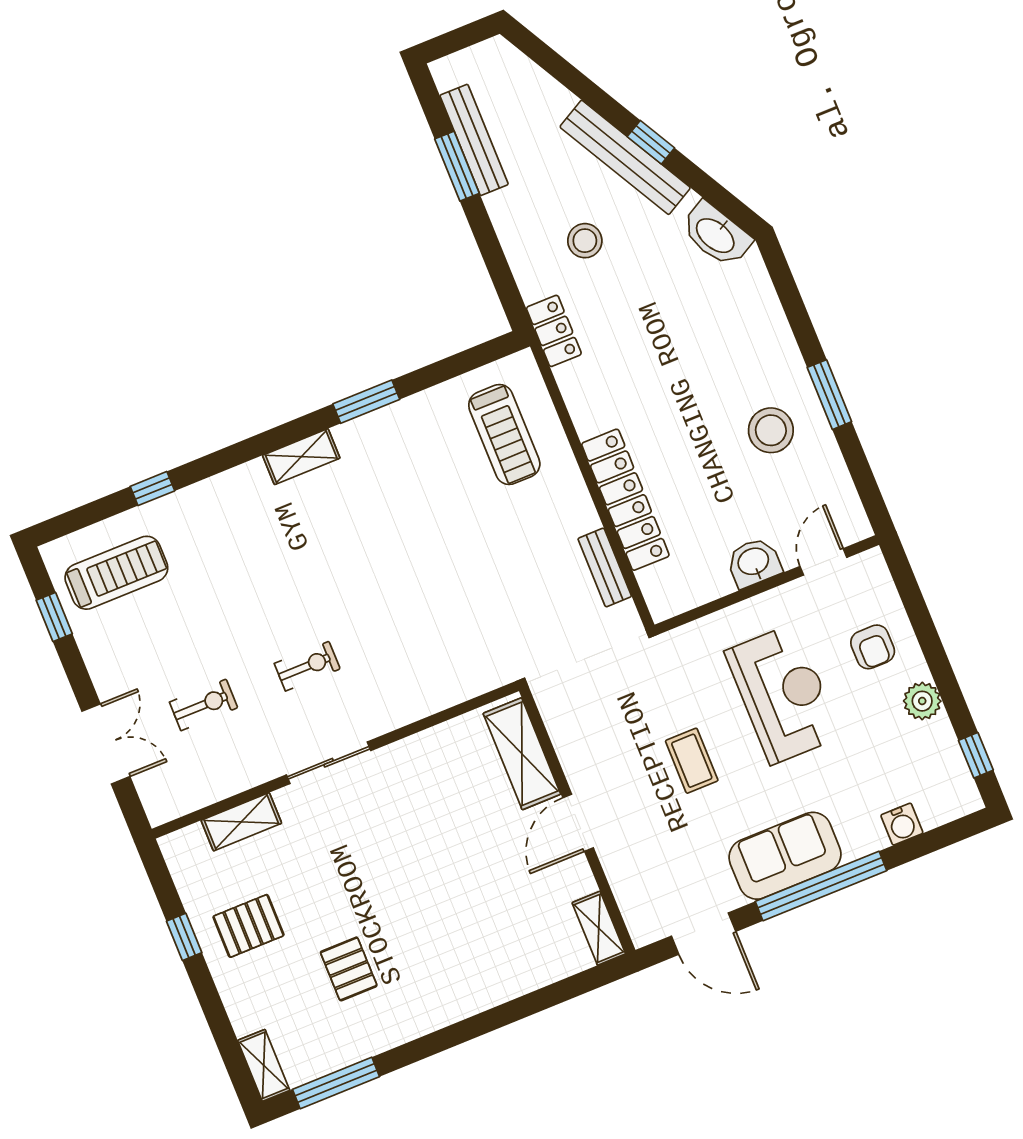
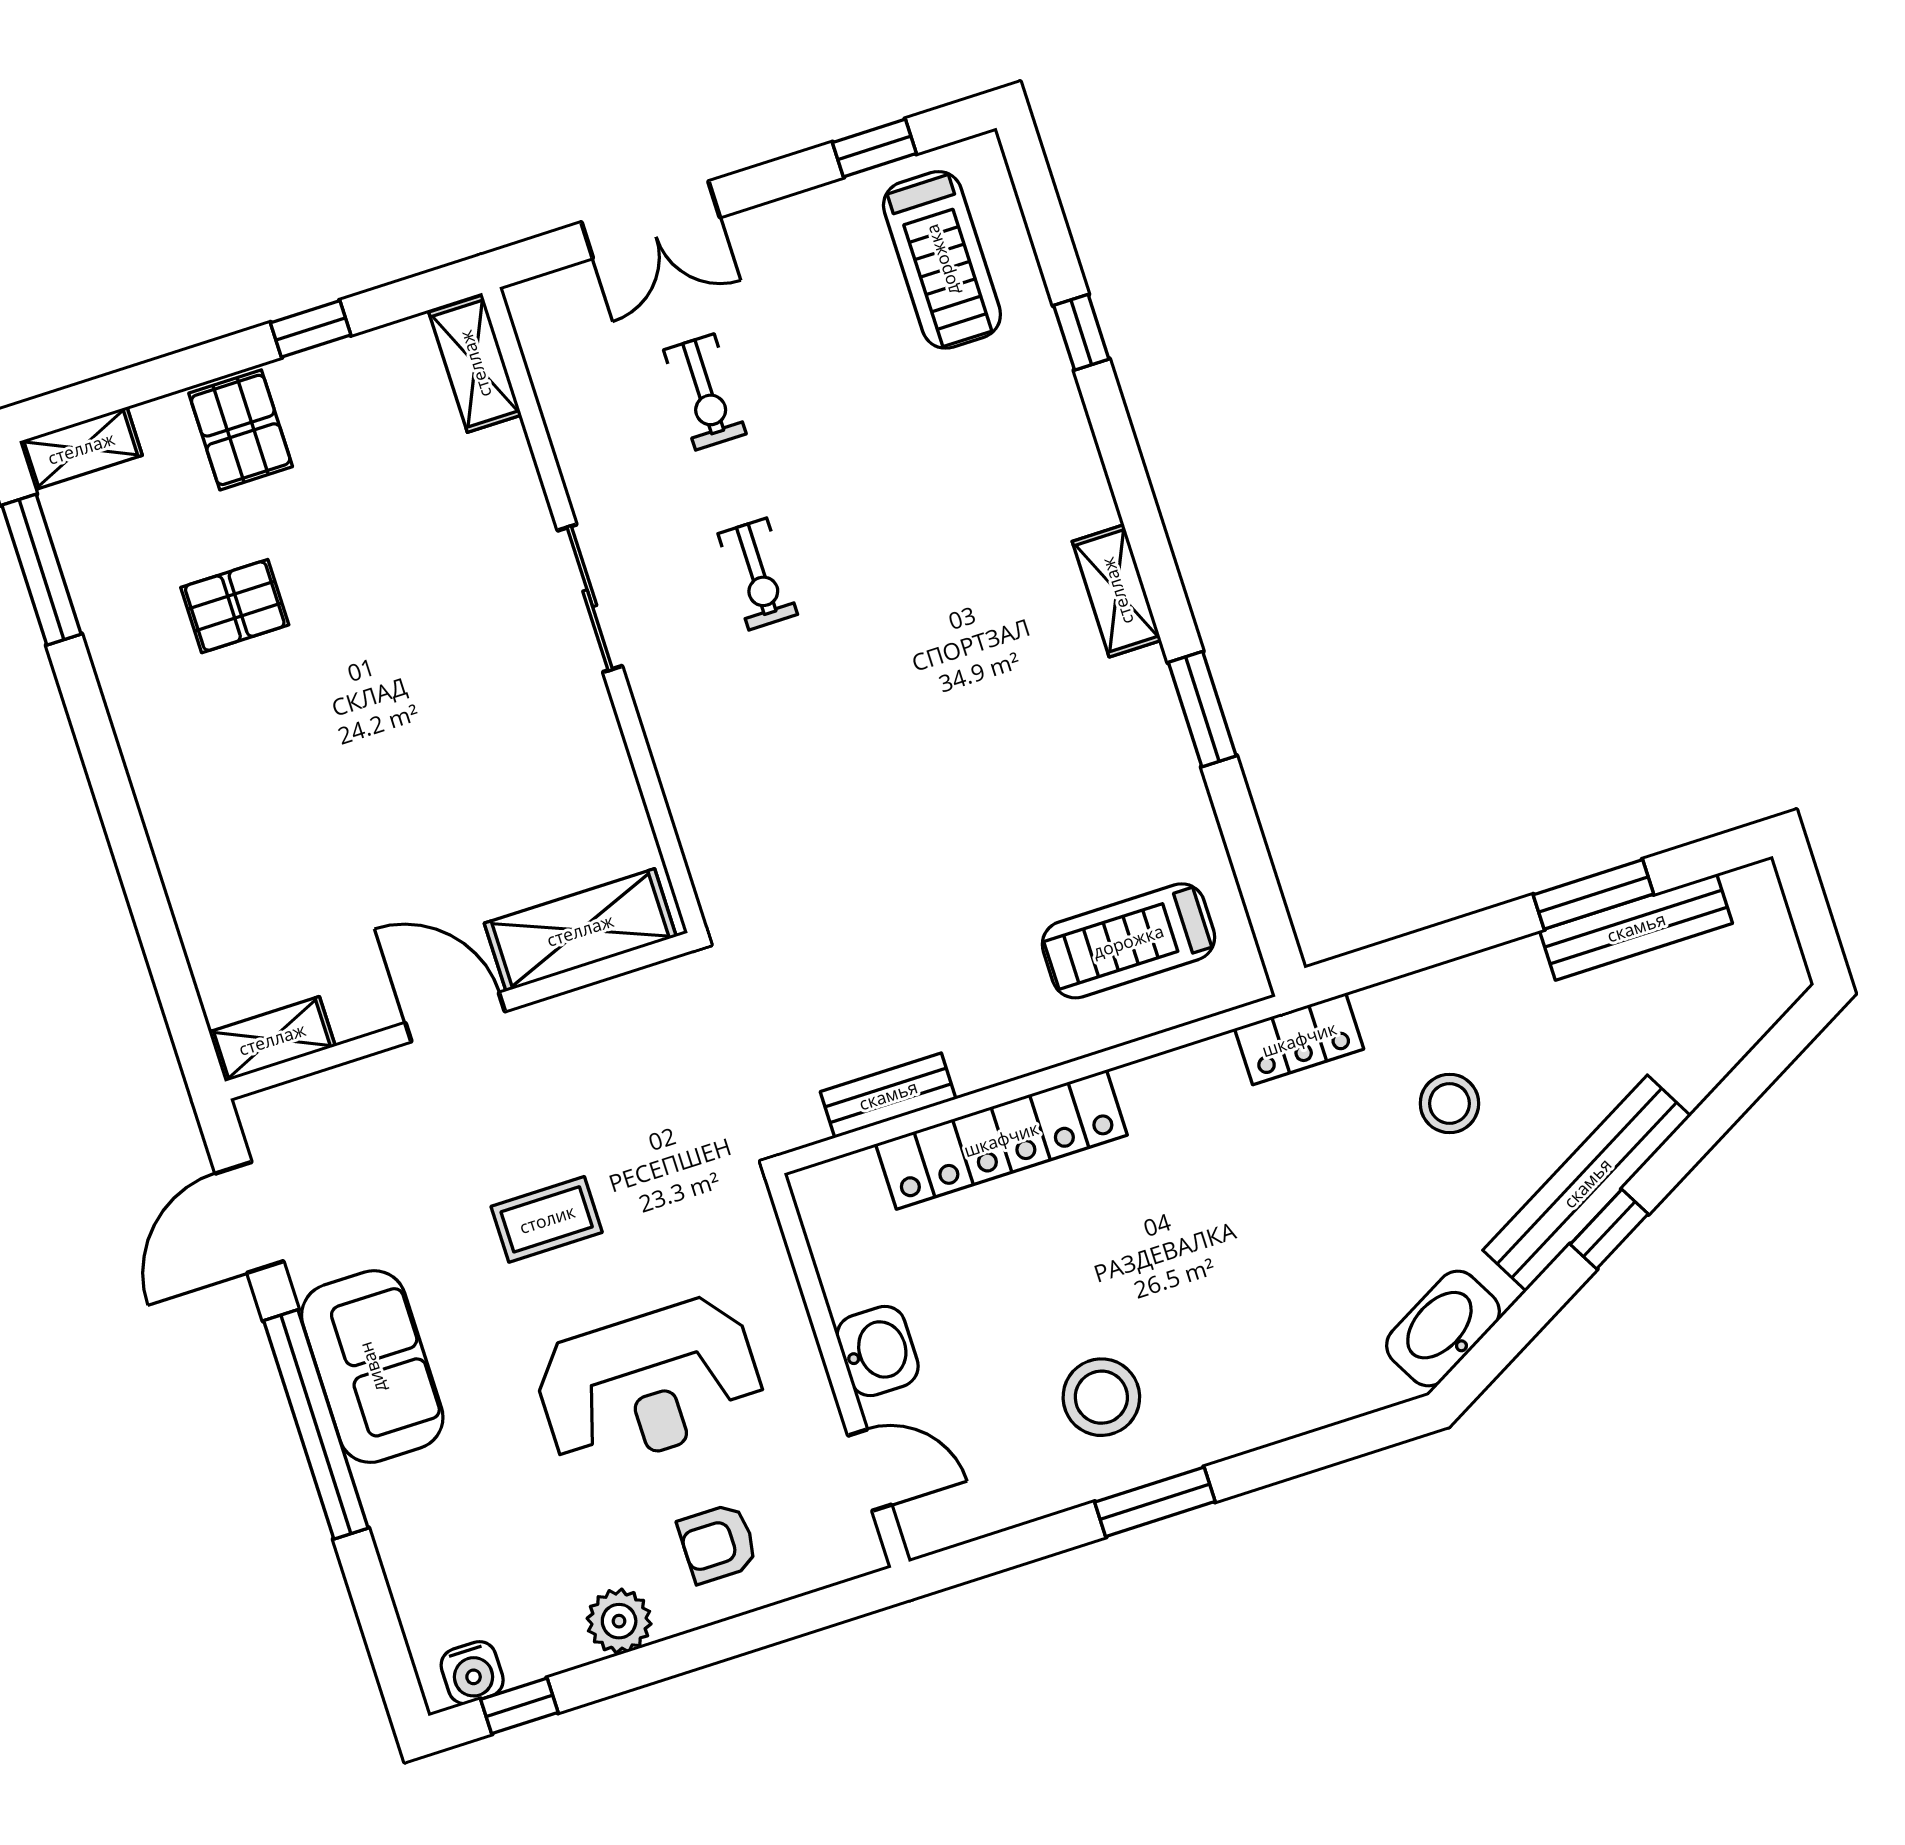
shelving: (241, 822) -> (475, 364), moved
water cooler: (902, 824) -> (472, 1673), moved, turned -90
pallet: (248, 926) -> (241, 430), moved

